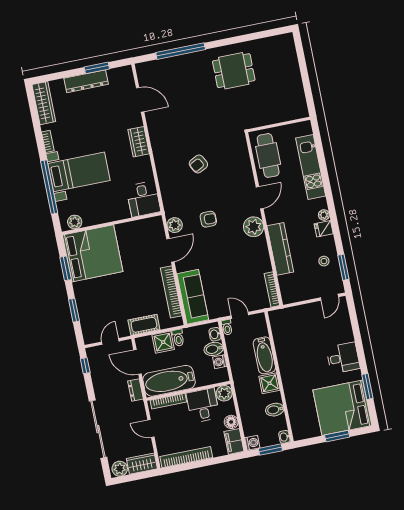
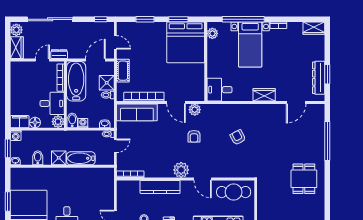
dresser: (86, 81) -> (319, 78), moved
wardrobe: (44, 103) -> (314, 28), width x0.67
bidet: (214, 349) -> (72, 120), moved
dresser: (136, 390) -> (59, 54), moved
bookcase: (186, 457) -> (15, 83), removed

